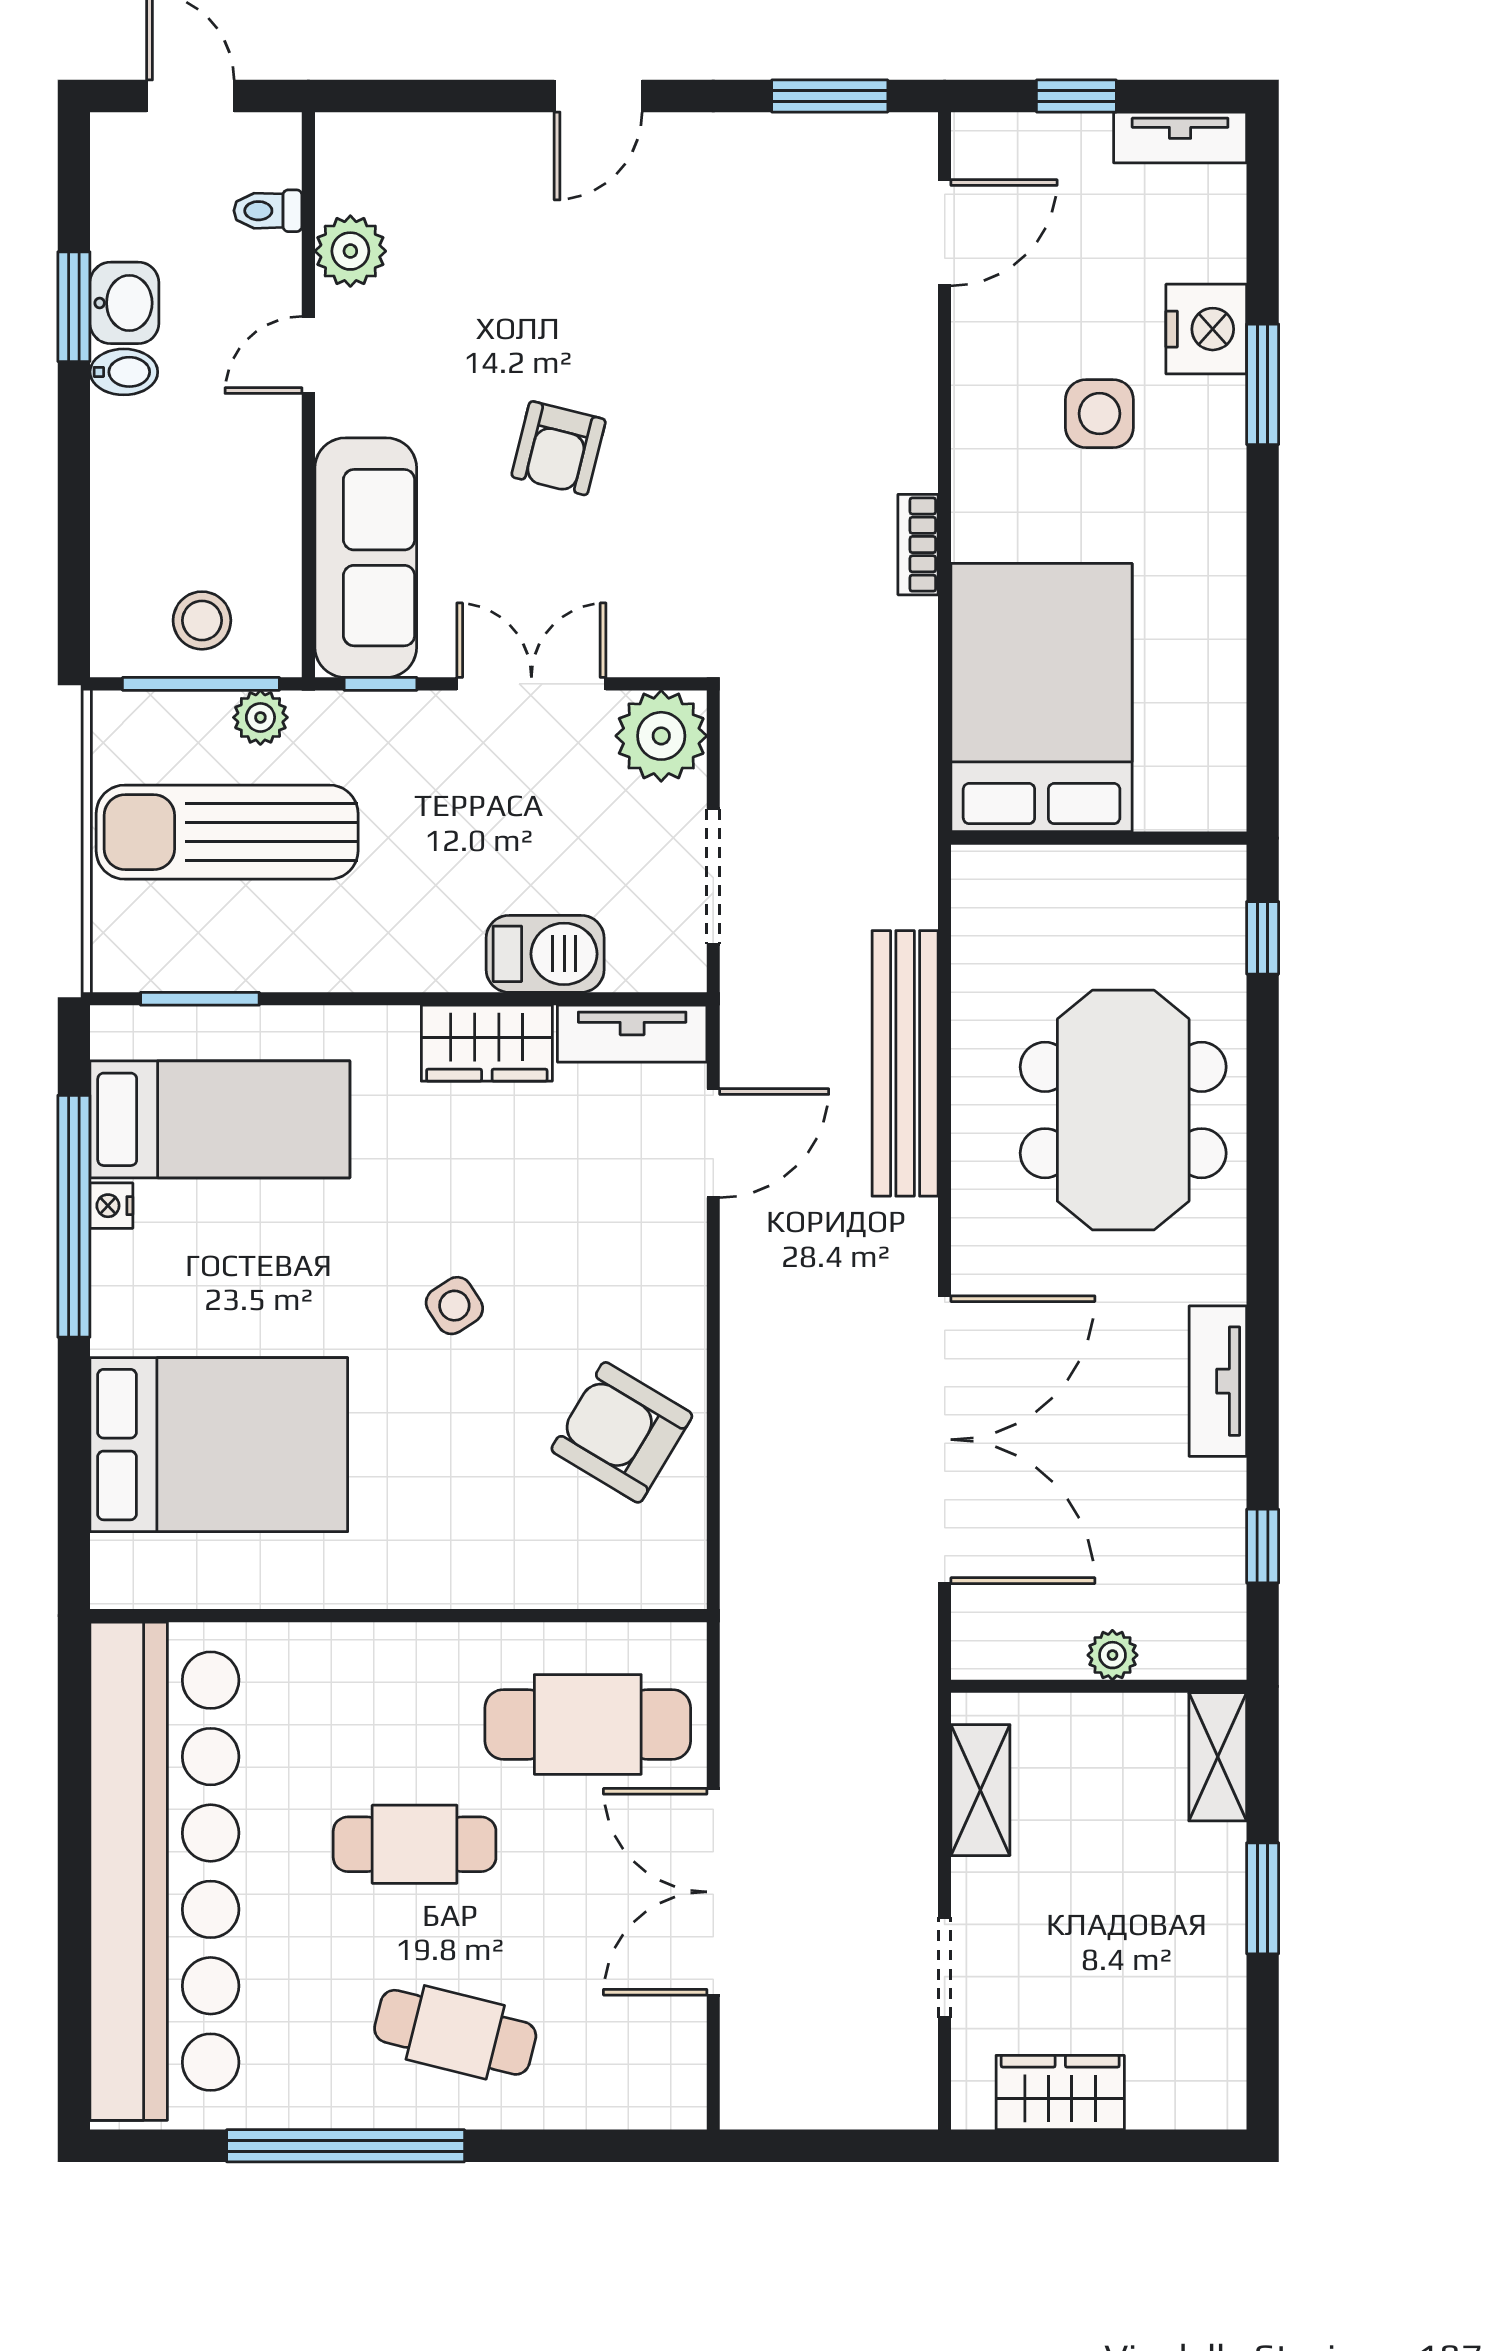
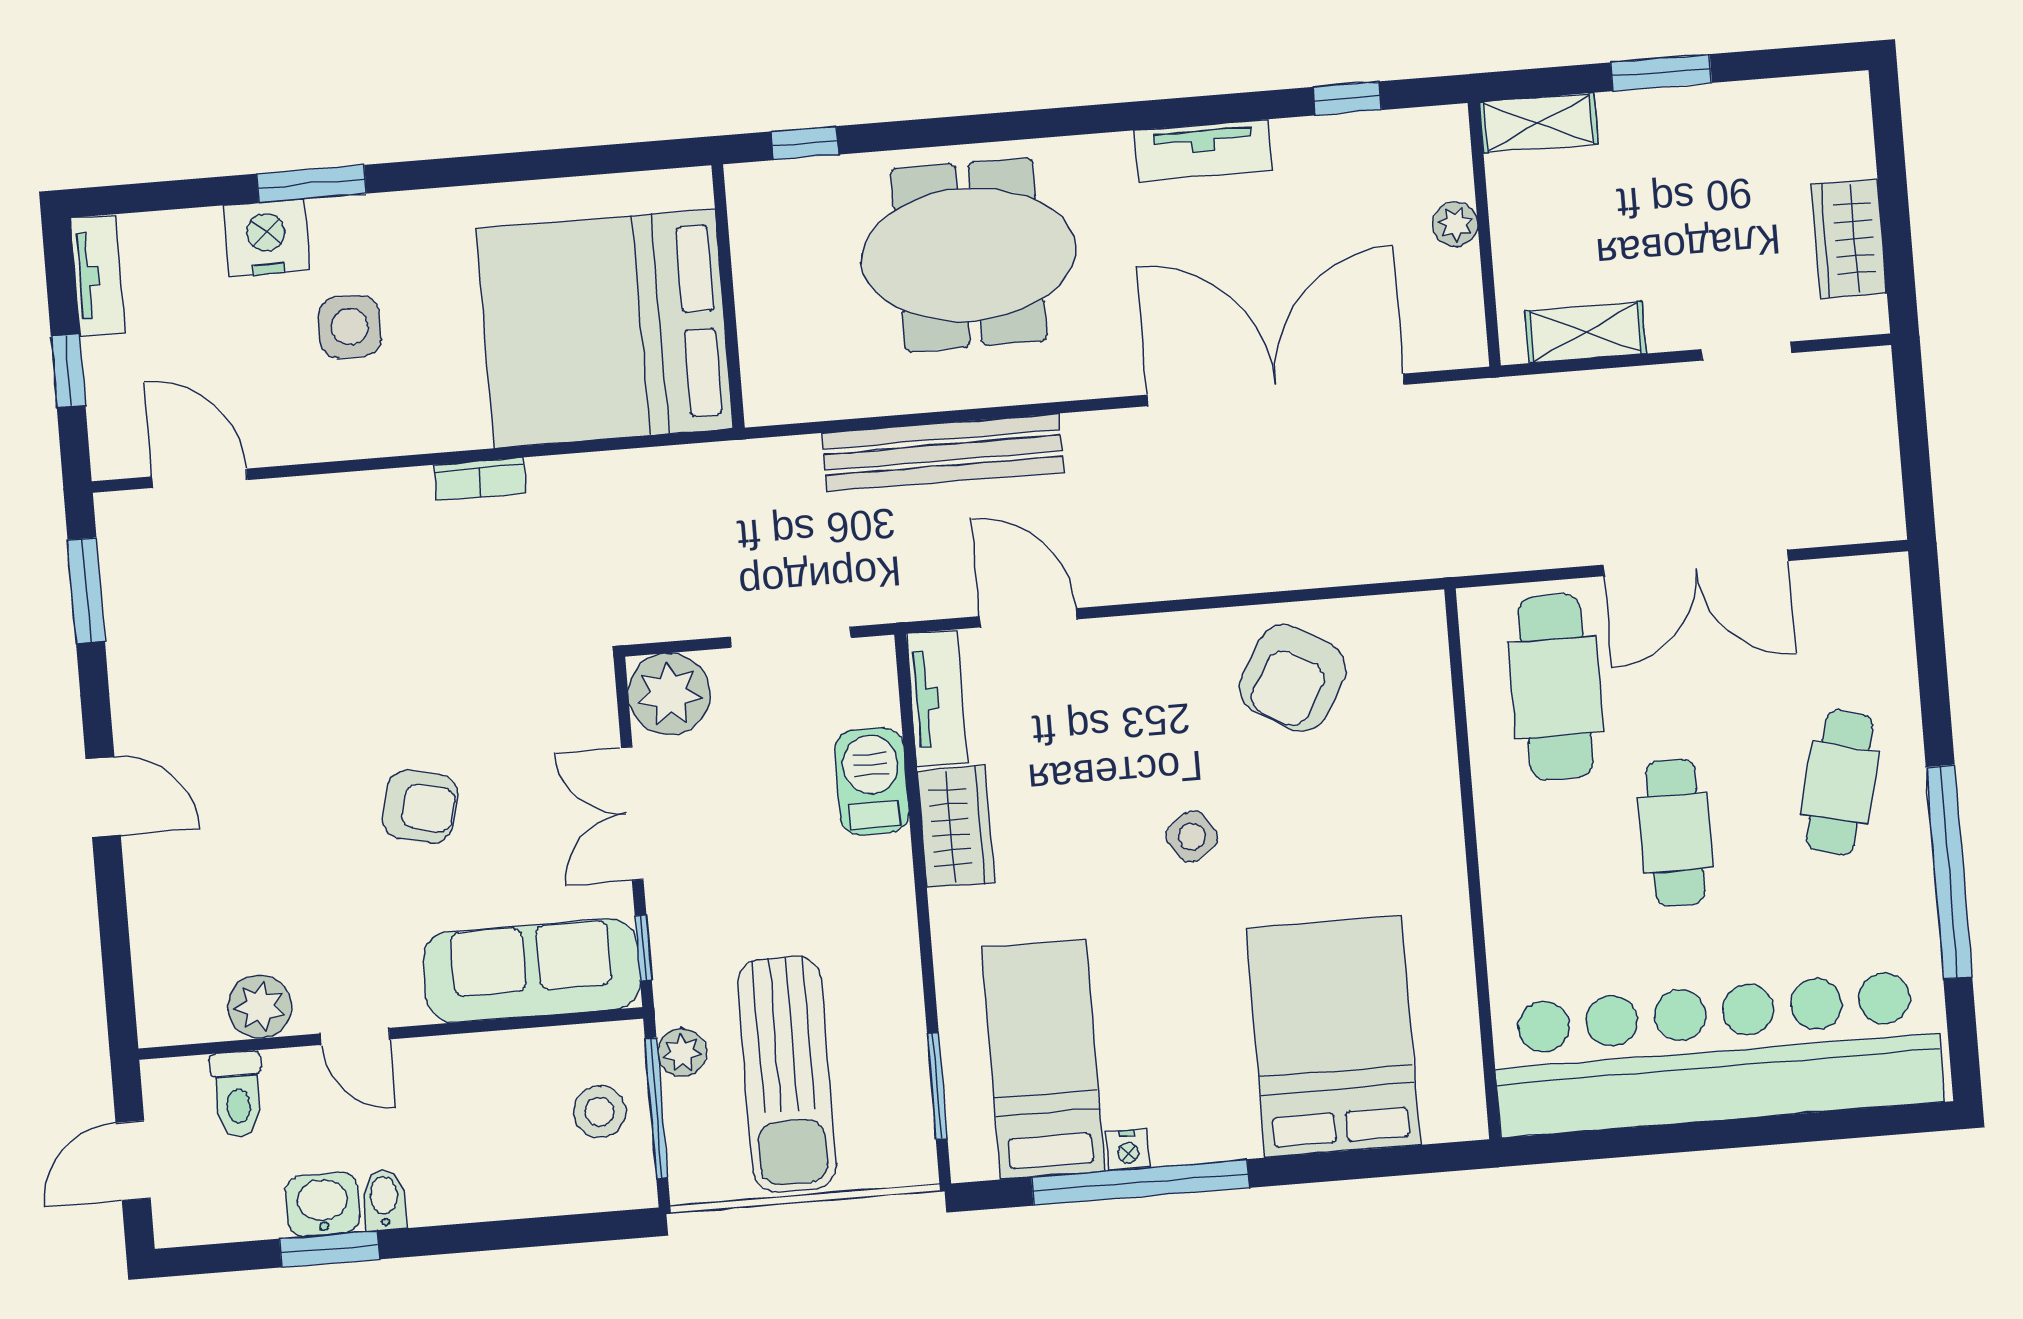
toilet: (268, 211) -> (238, 1094), width x1.37, depth x1.39
bed: (1042, 698) -> (605, 328), width x1.36

